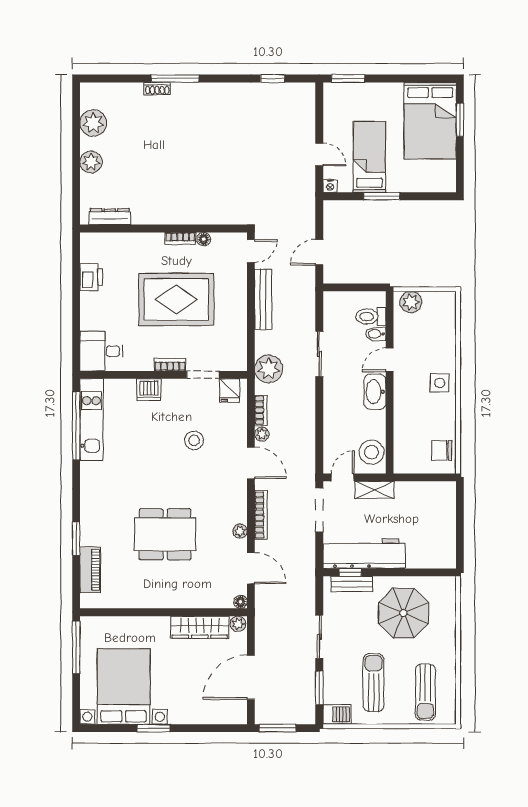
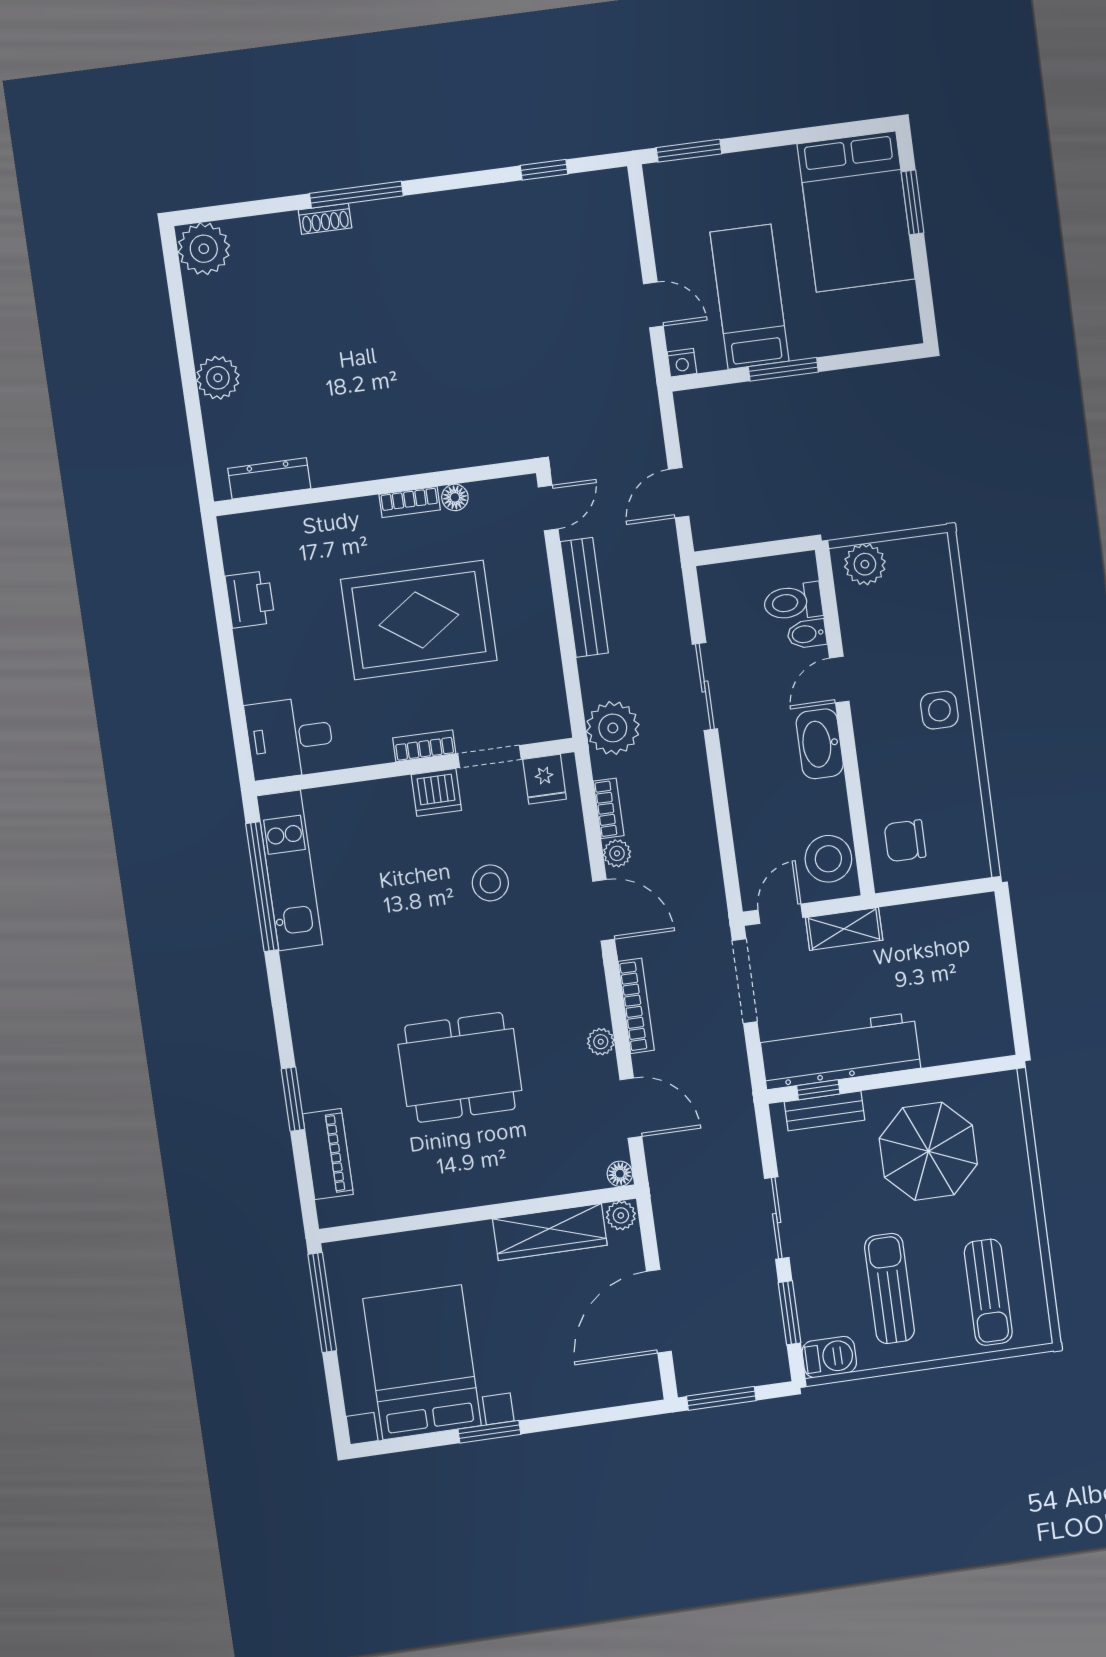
plant: (93, 123) -> (204, 249), moved
dishwasher: (149, 390) -> (436, 792), moved
chair: (442, 450) -> (905, 841), moved

